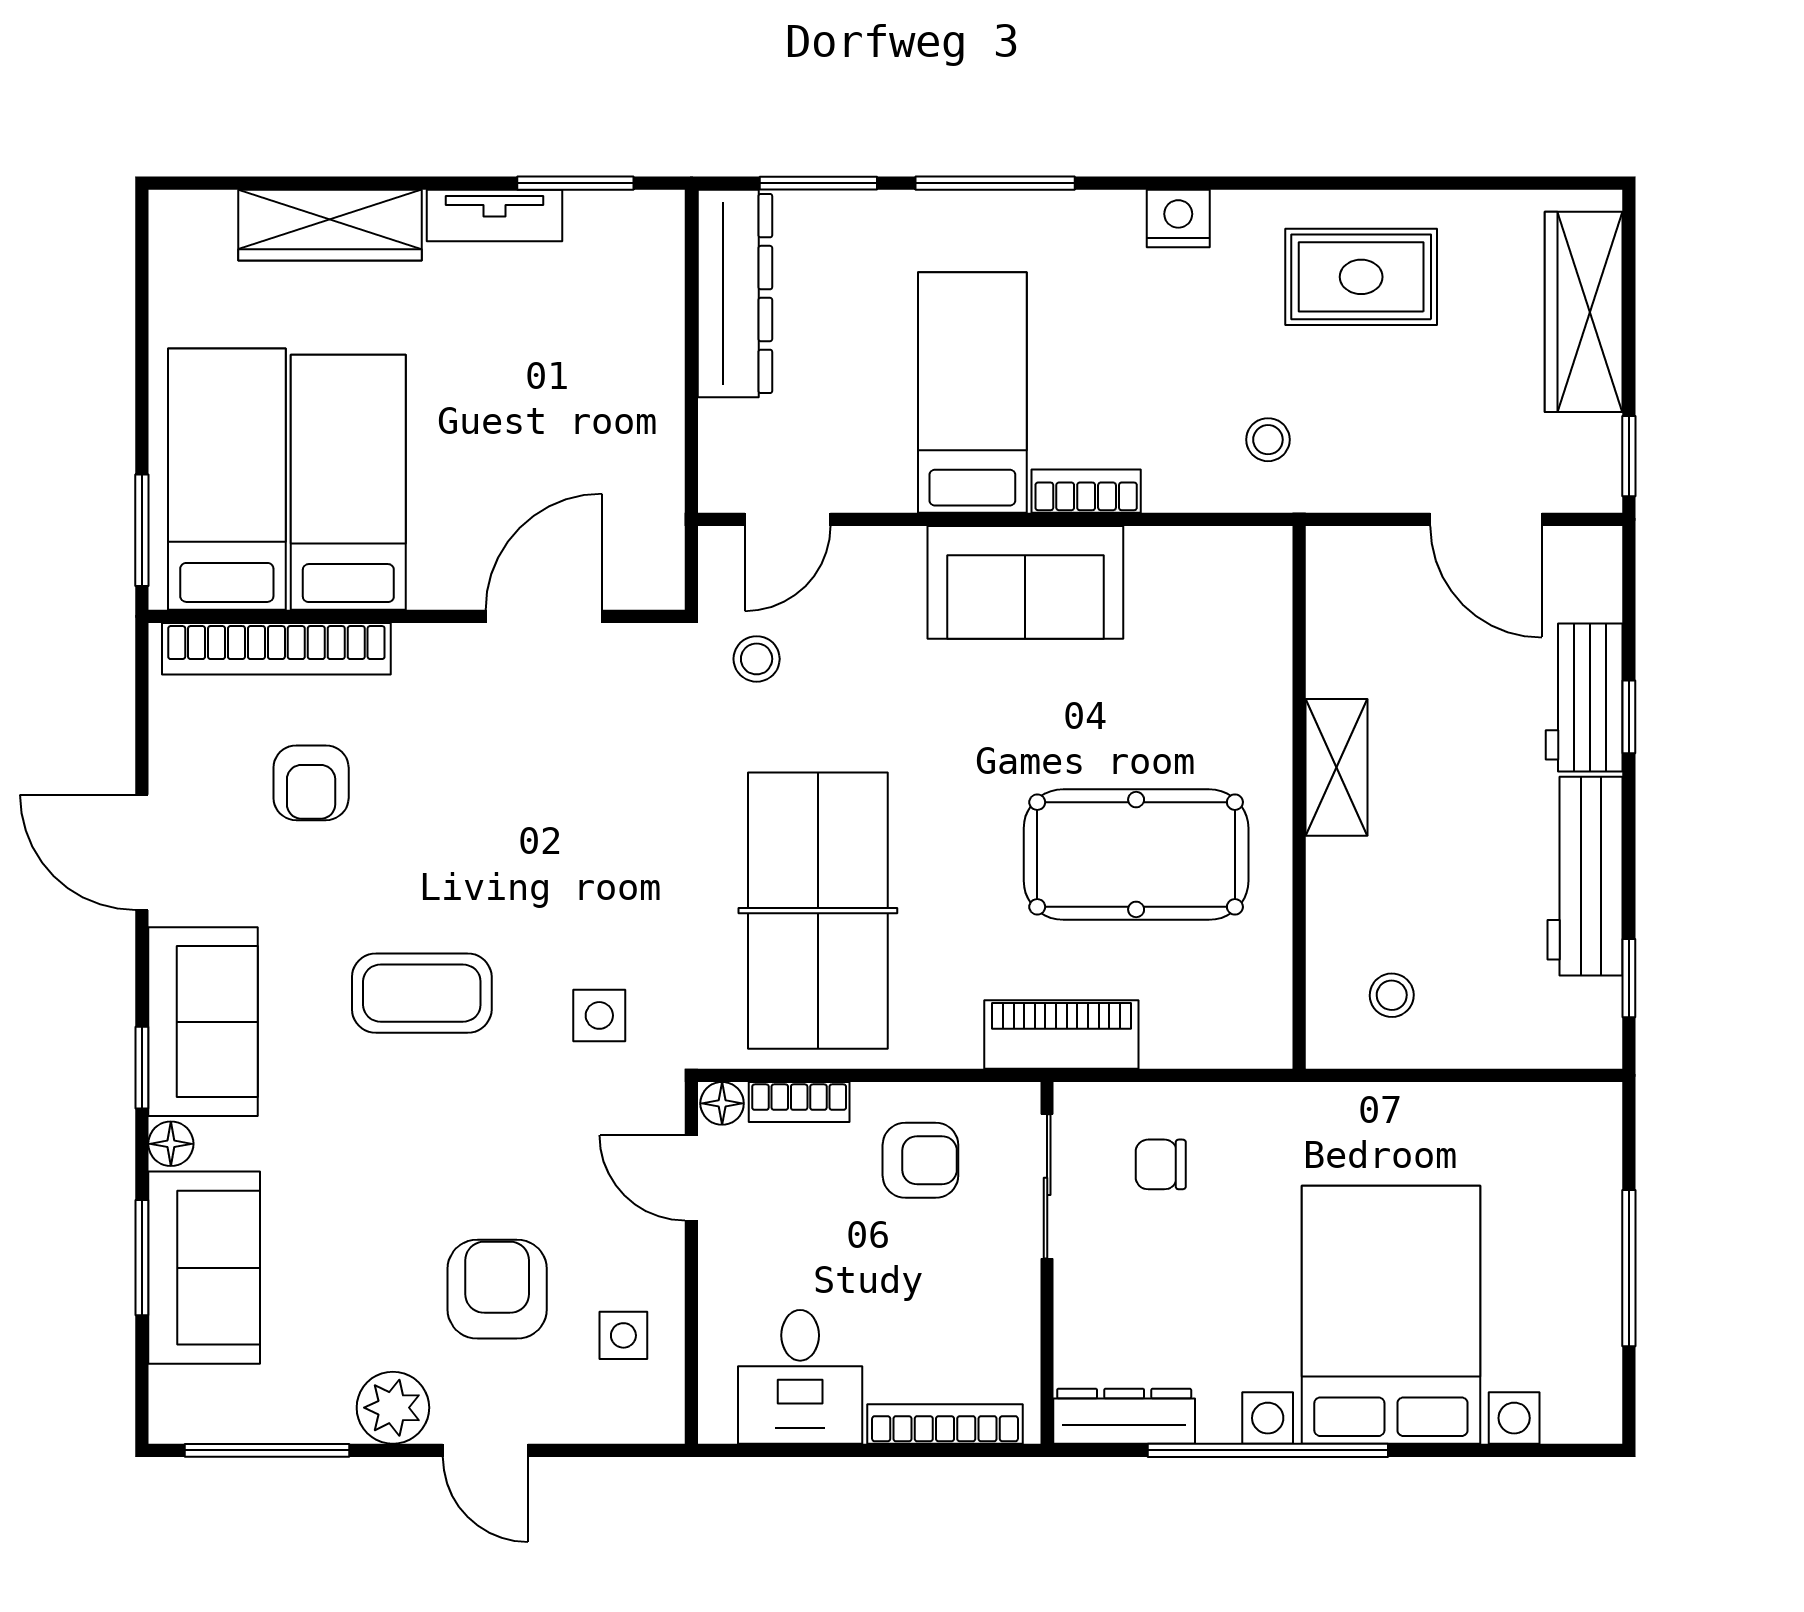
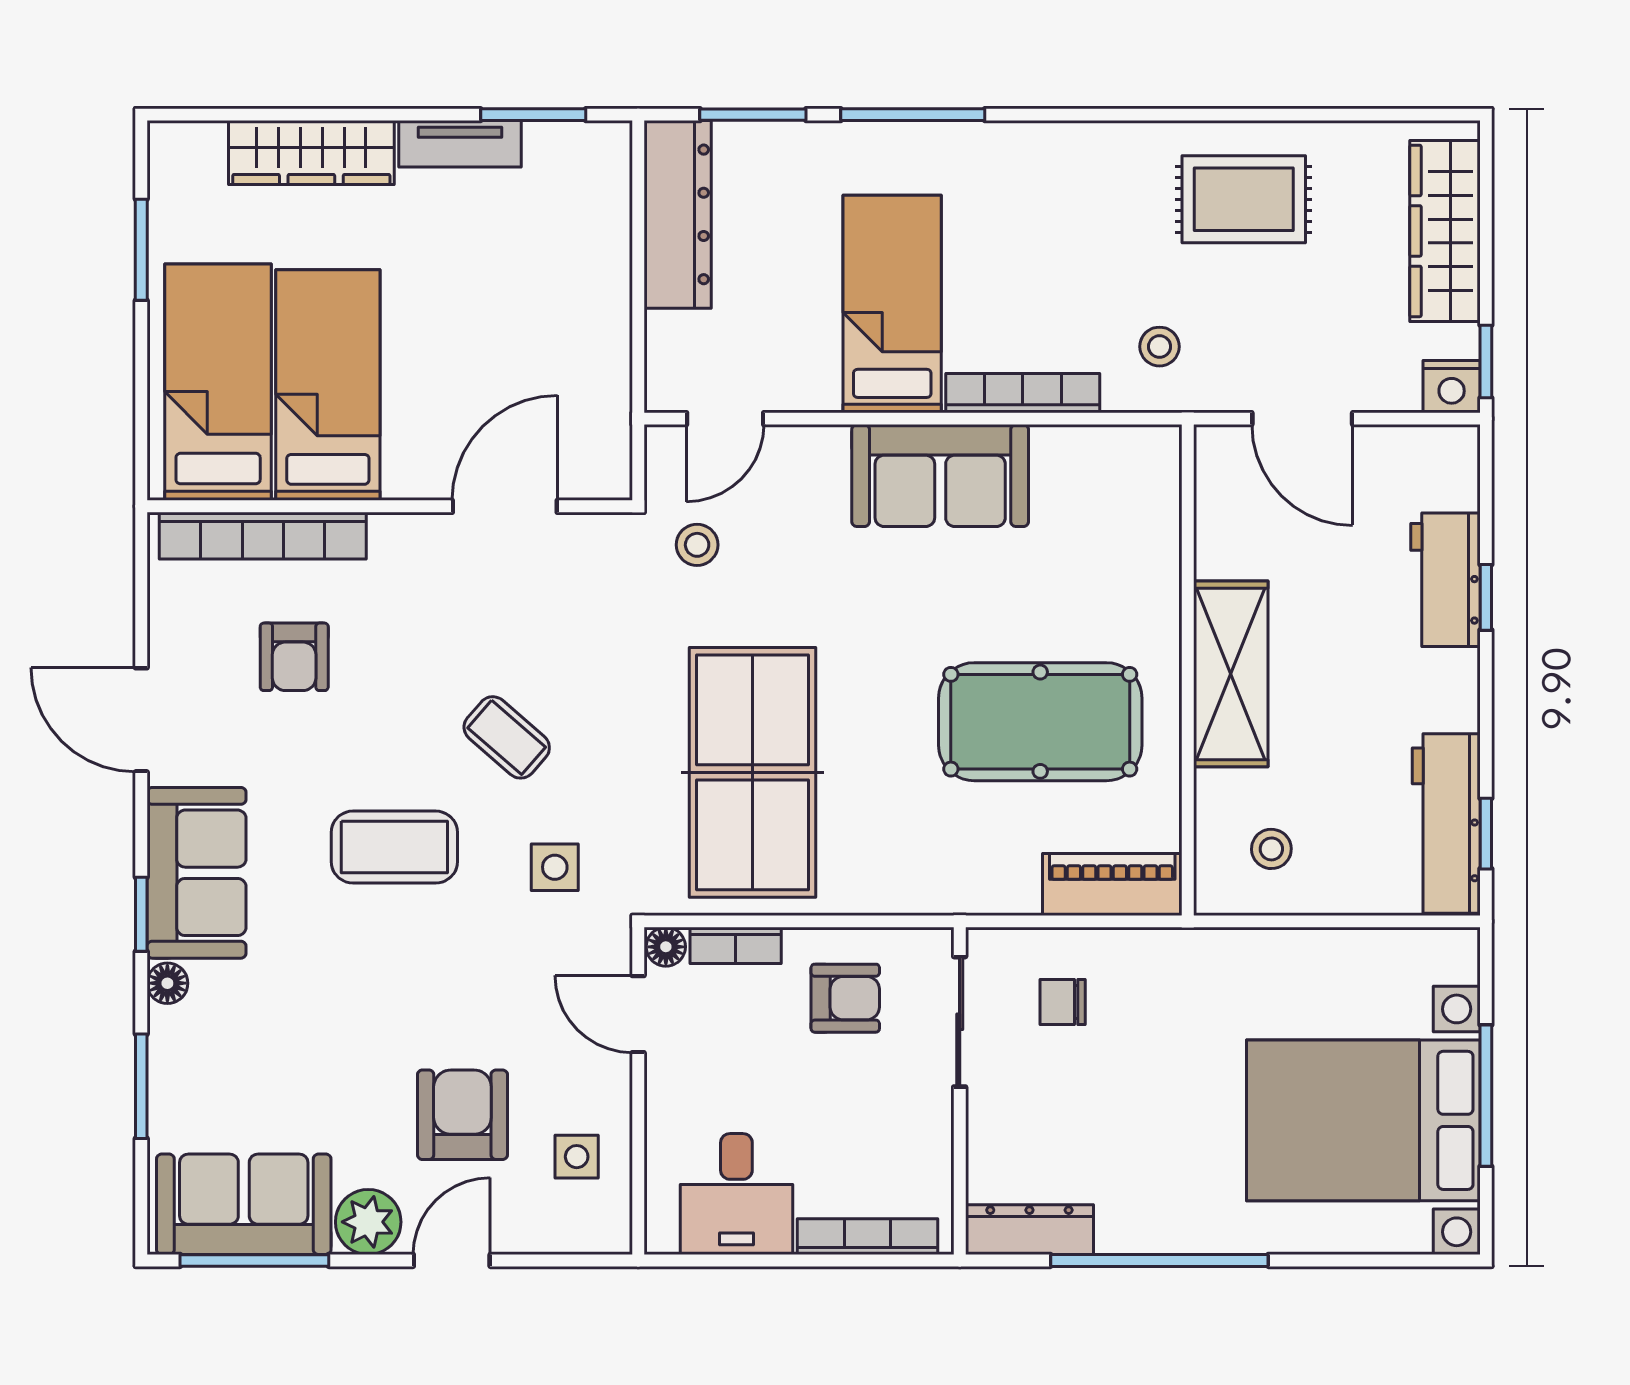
nightstand: (1178, 219) -> (1452, 387), moved, turned 180
bookcase: (1086, 491) -> (1023, 393), width x1.56
door: (1486, 519) -> (1302, 419), moved
window: (142, 530) -> (141, 250), moved
shelving: (1336, 767) -> (1231, 674), width x1.50, depth x1.33
coffee table: (546, 872) -> (507, 737), added
workbench: (1585, 876) -> (1446, 823), moved
piano: (1061, 1034) -> (1112, 884), moved
sofa: (204, 1268) -> (244, 1204), moved, turned -90
bed with nightstands: (1391, 1315) -> (1363, 1120), moved, turned -90
door: (485, 1450) -> (452, 1260), swing flipped

